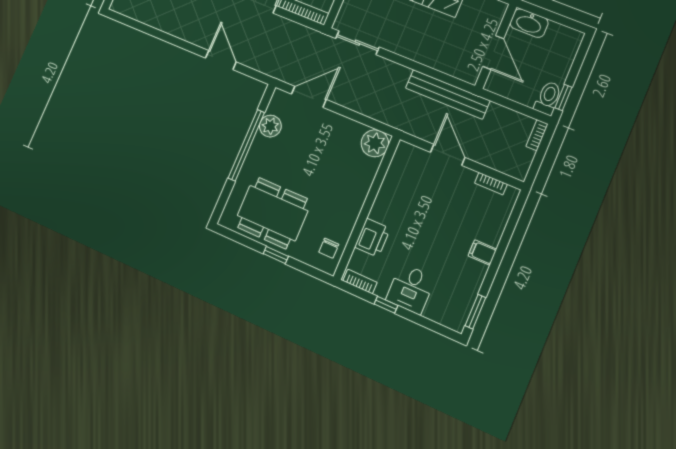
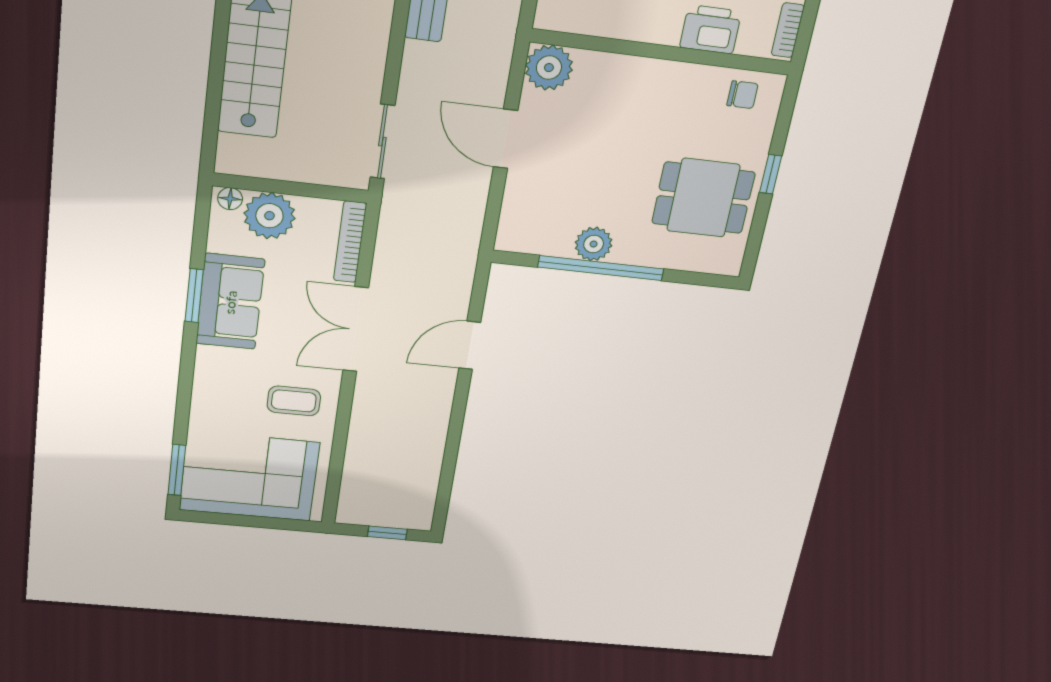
door: (309, 97) -> (506, 139), moved
plant: (270, 126) -> (594, 244), moved
dining table: (272, 213) -> (703, 198), width x0.73

